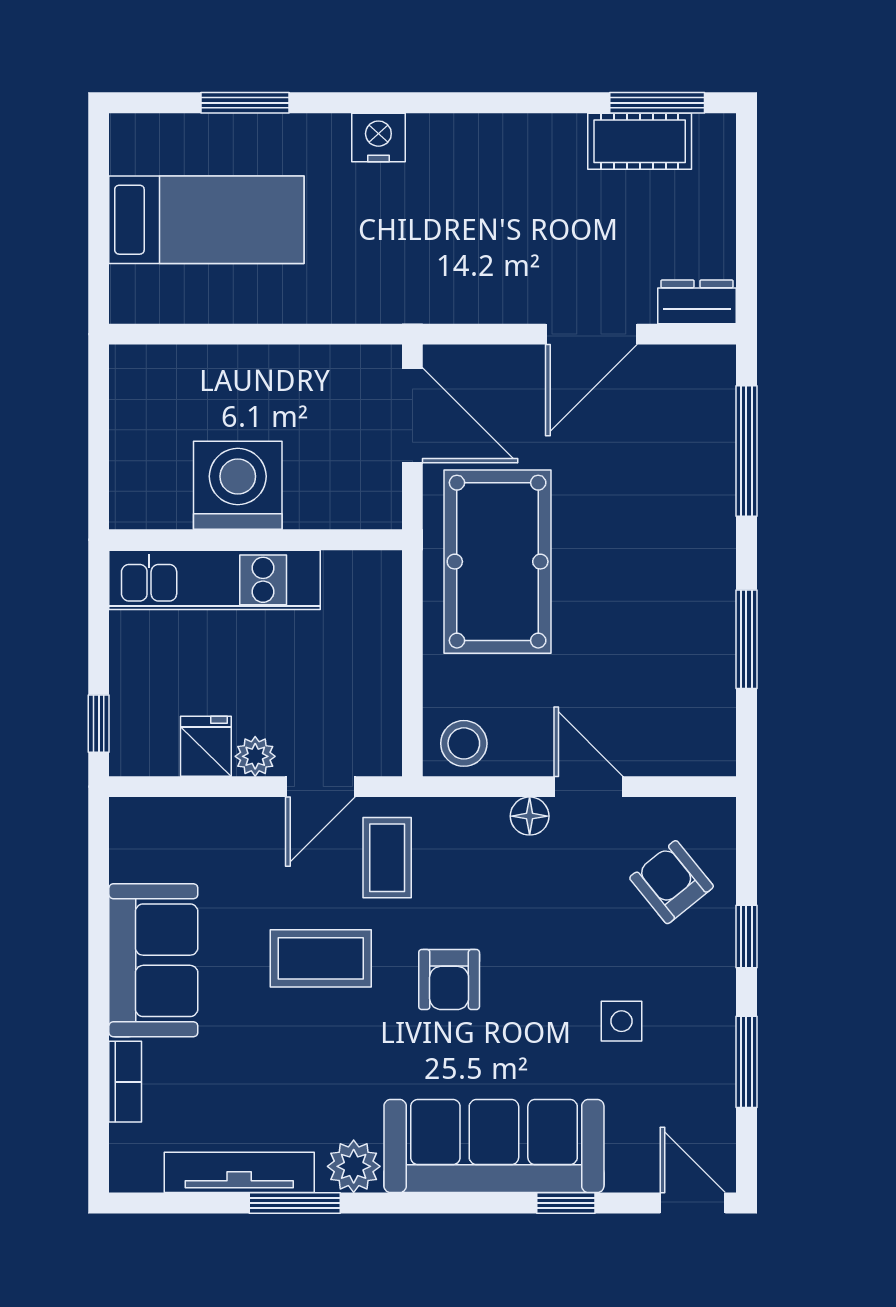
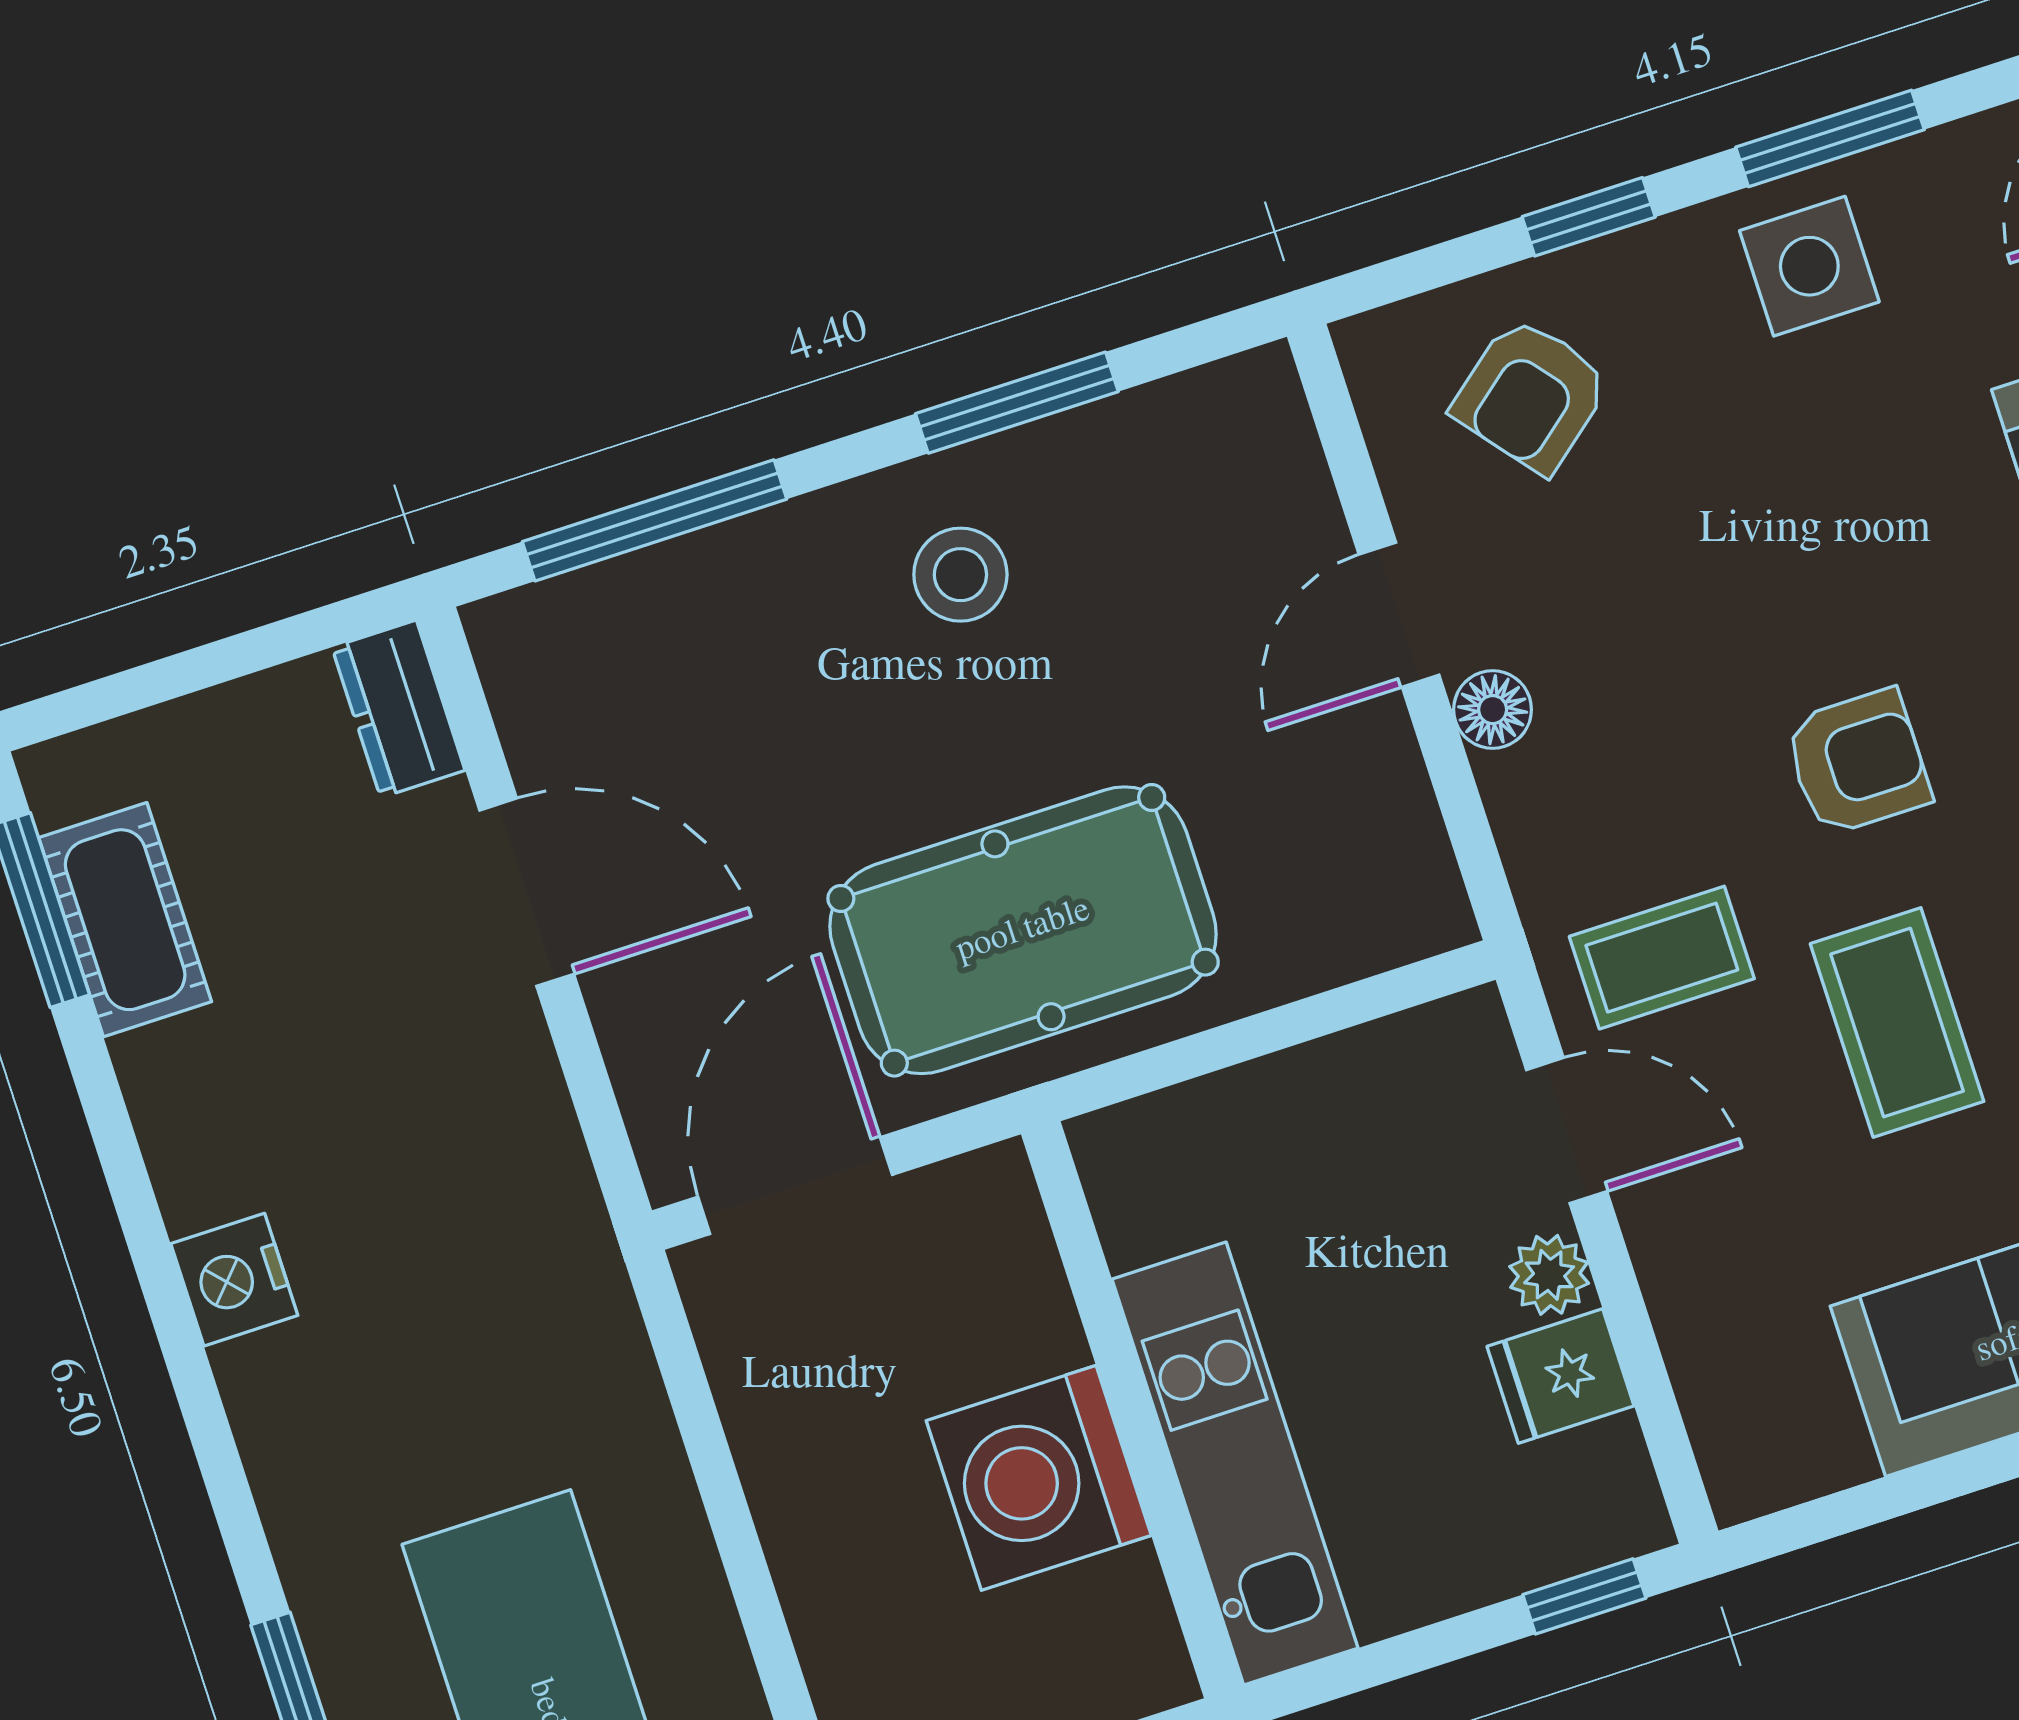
nightstand: (378, 137) -> (234, 1280), moved
stool: (464, 743) -> (960, 575), moved
side table: (622, 1021) -> (1809, 266), moved, width x1.37, depth x1.37

